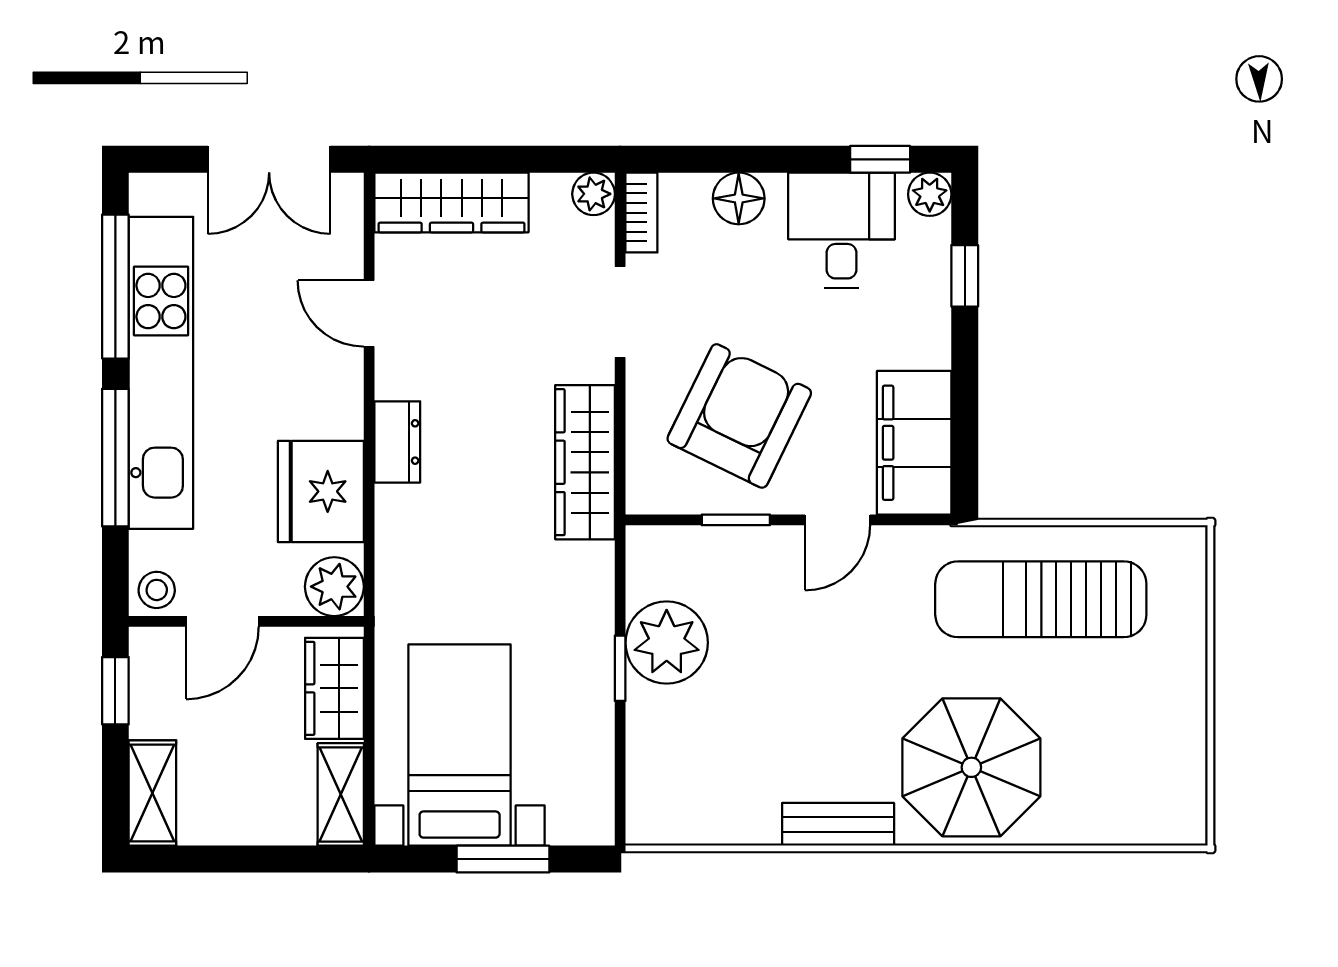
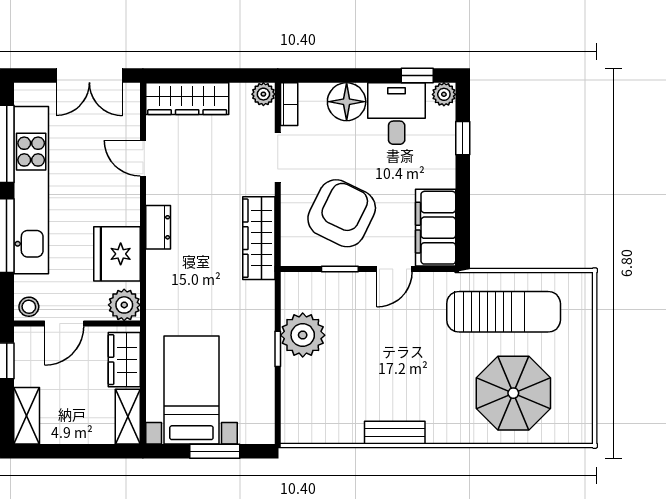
floor lamp: (739, 198) -> (347, 102), width x1.38, depth x1.38
sun lounger: (1041, 599) -> (504, 312), turned 180
parasol: (971, 767) -> (513, 393), moved

